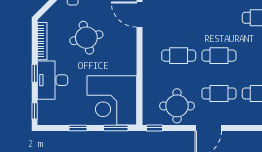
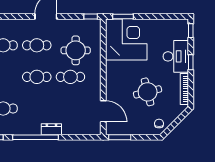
round table: (177, 106) -> (76, 50), moved
window: (78, 128) -> (155, 16), removed

